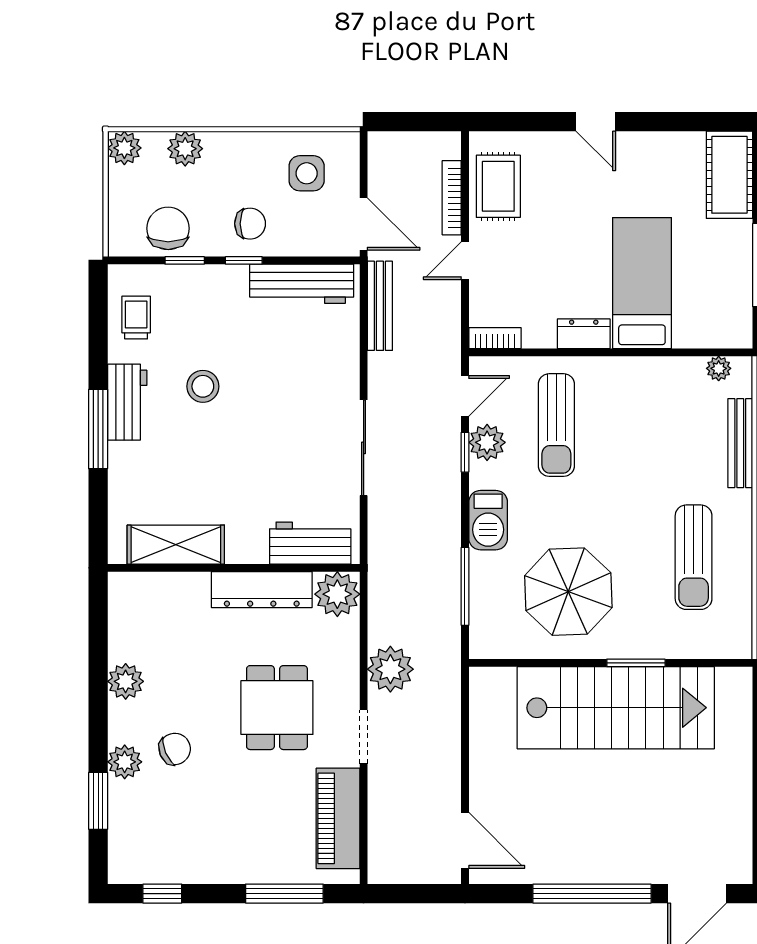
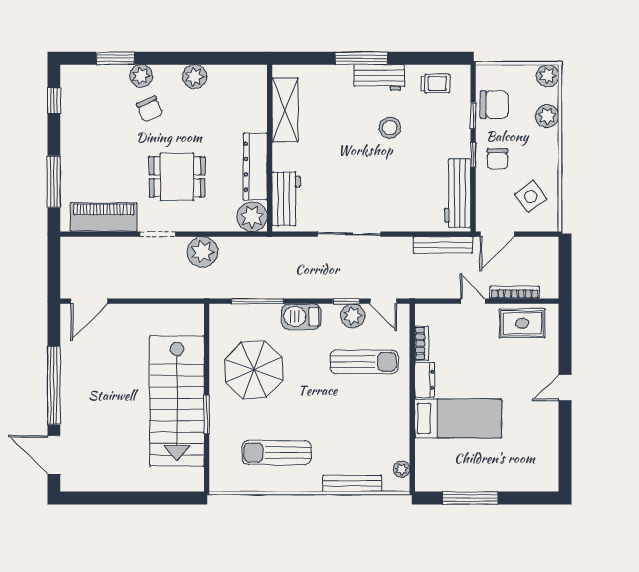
side table: (307, 173) -> (531, 196), turned -36
cot: (729, 175) -> (530, 476), removed
bookcase: (495, 338) -> (422, 343), moved
sun lounger: (556, 425) -> (364, 362), turned 180

